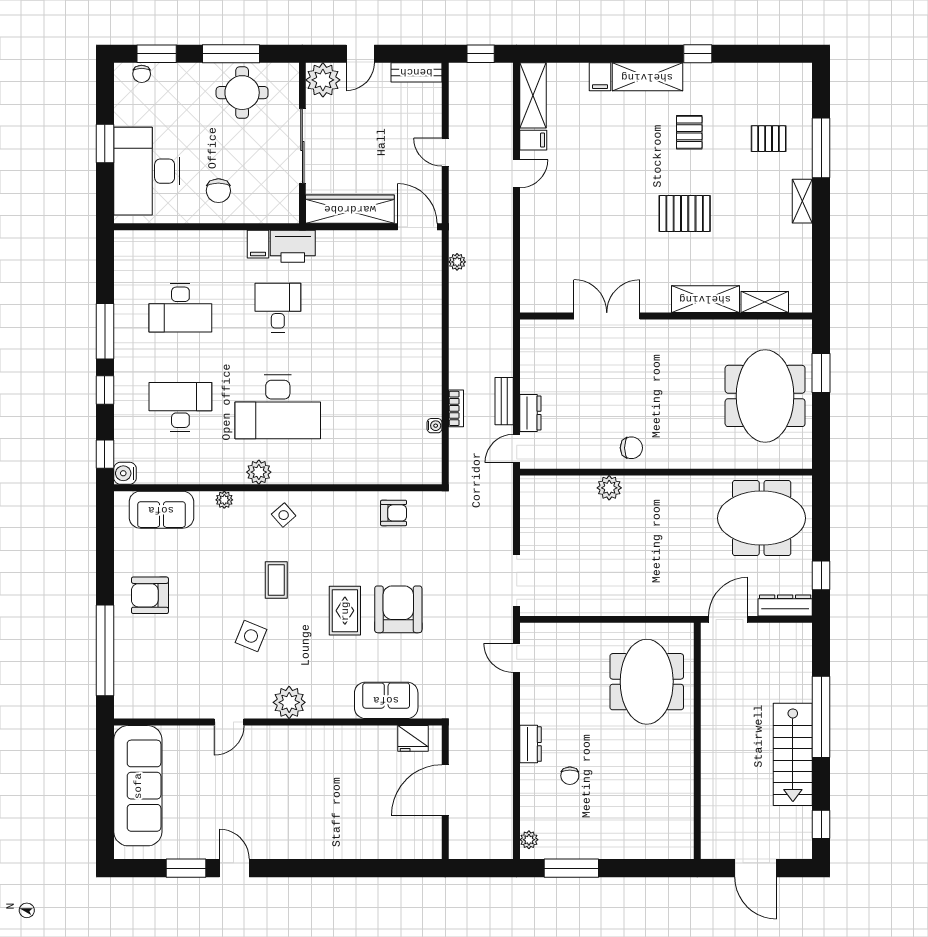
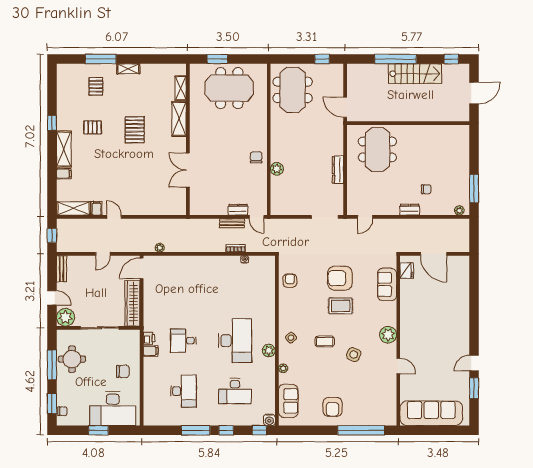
printer: (293, 246) -> (149, 338), width x0.53, depth x0.68
desk: (180, 407) -> (235, 391), turned -90
dresser: (785, 605) -> (338, 170), moved
meeting table: (647, 682) -> (377, 149), turned 90

